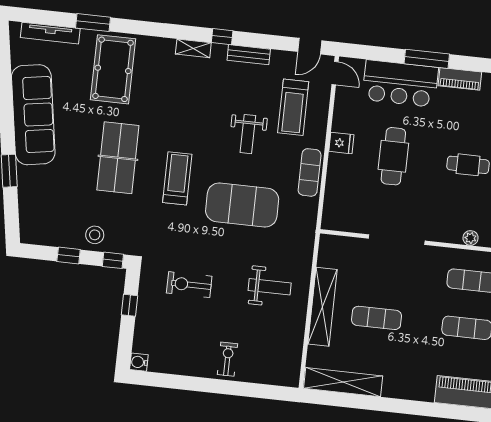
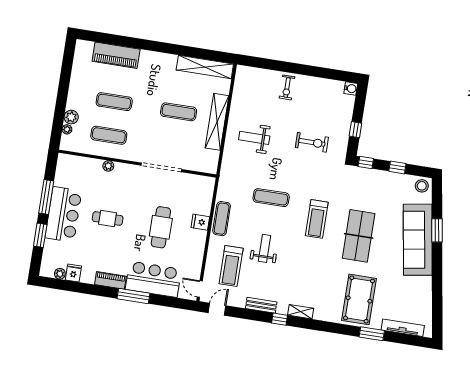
treadmill: (293, 107) -> (231, 266), turned 180
sofa: (33, 115) -> (418, 240), moved
fridge: (341, 143) -> (200, 222), moved
exercise mat: (242, 205) -> (271, 198), width x0.50, depth x0.69
stool: (95, 235) -> (422, 186), moved

